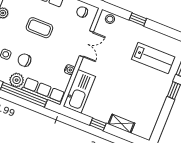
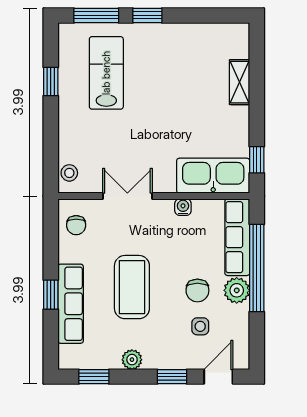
window: (138, 19) -> (51, 82), moved
coffee table: (39, 28) -> (132, 287), width x1.36, depth x1.32
window: (98, 124) -> (257, 160), moved

